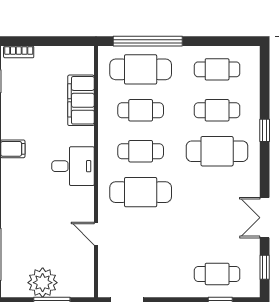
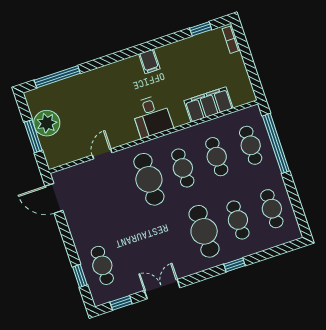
cafe table: (141, 69) -> (251, 145), width x0.73, depth x0.74

